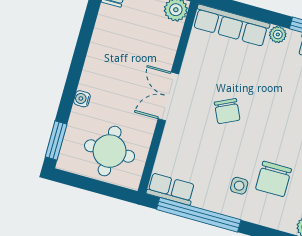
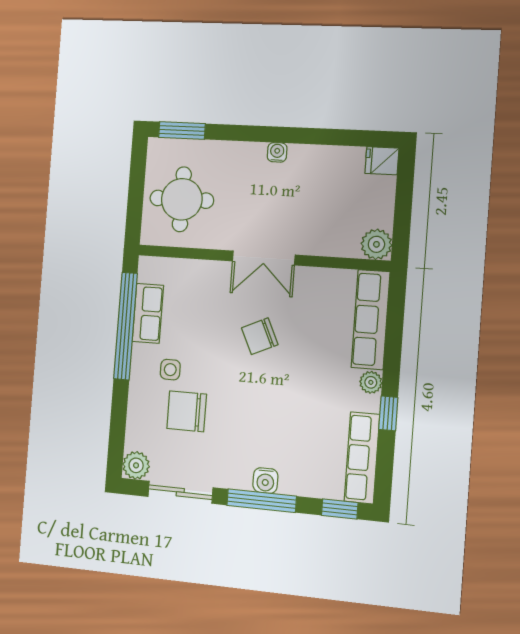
double door: (168, 96) -> (264, 258), swing flipped
water cooler: (82, 99) -> (277, 152), moved
row of seats: (171, 189) -> (148, 313), moved

